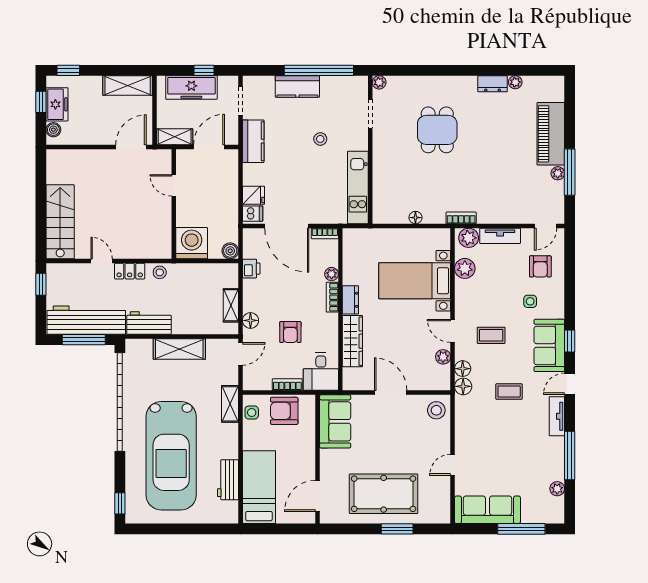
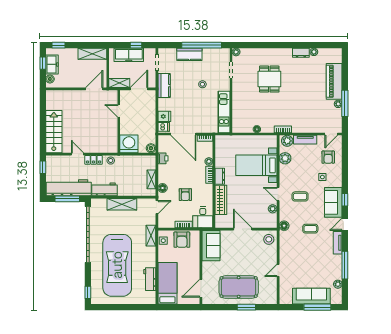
floor lamp: (463, 369) -> (284, 216), removed
armchair: (284, 411) -> (182, 240), turned -90
sofa: (487, 510) -> (311, 296), moved

